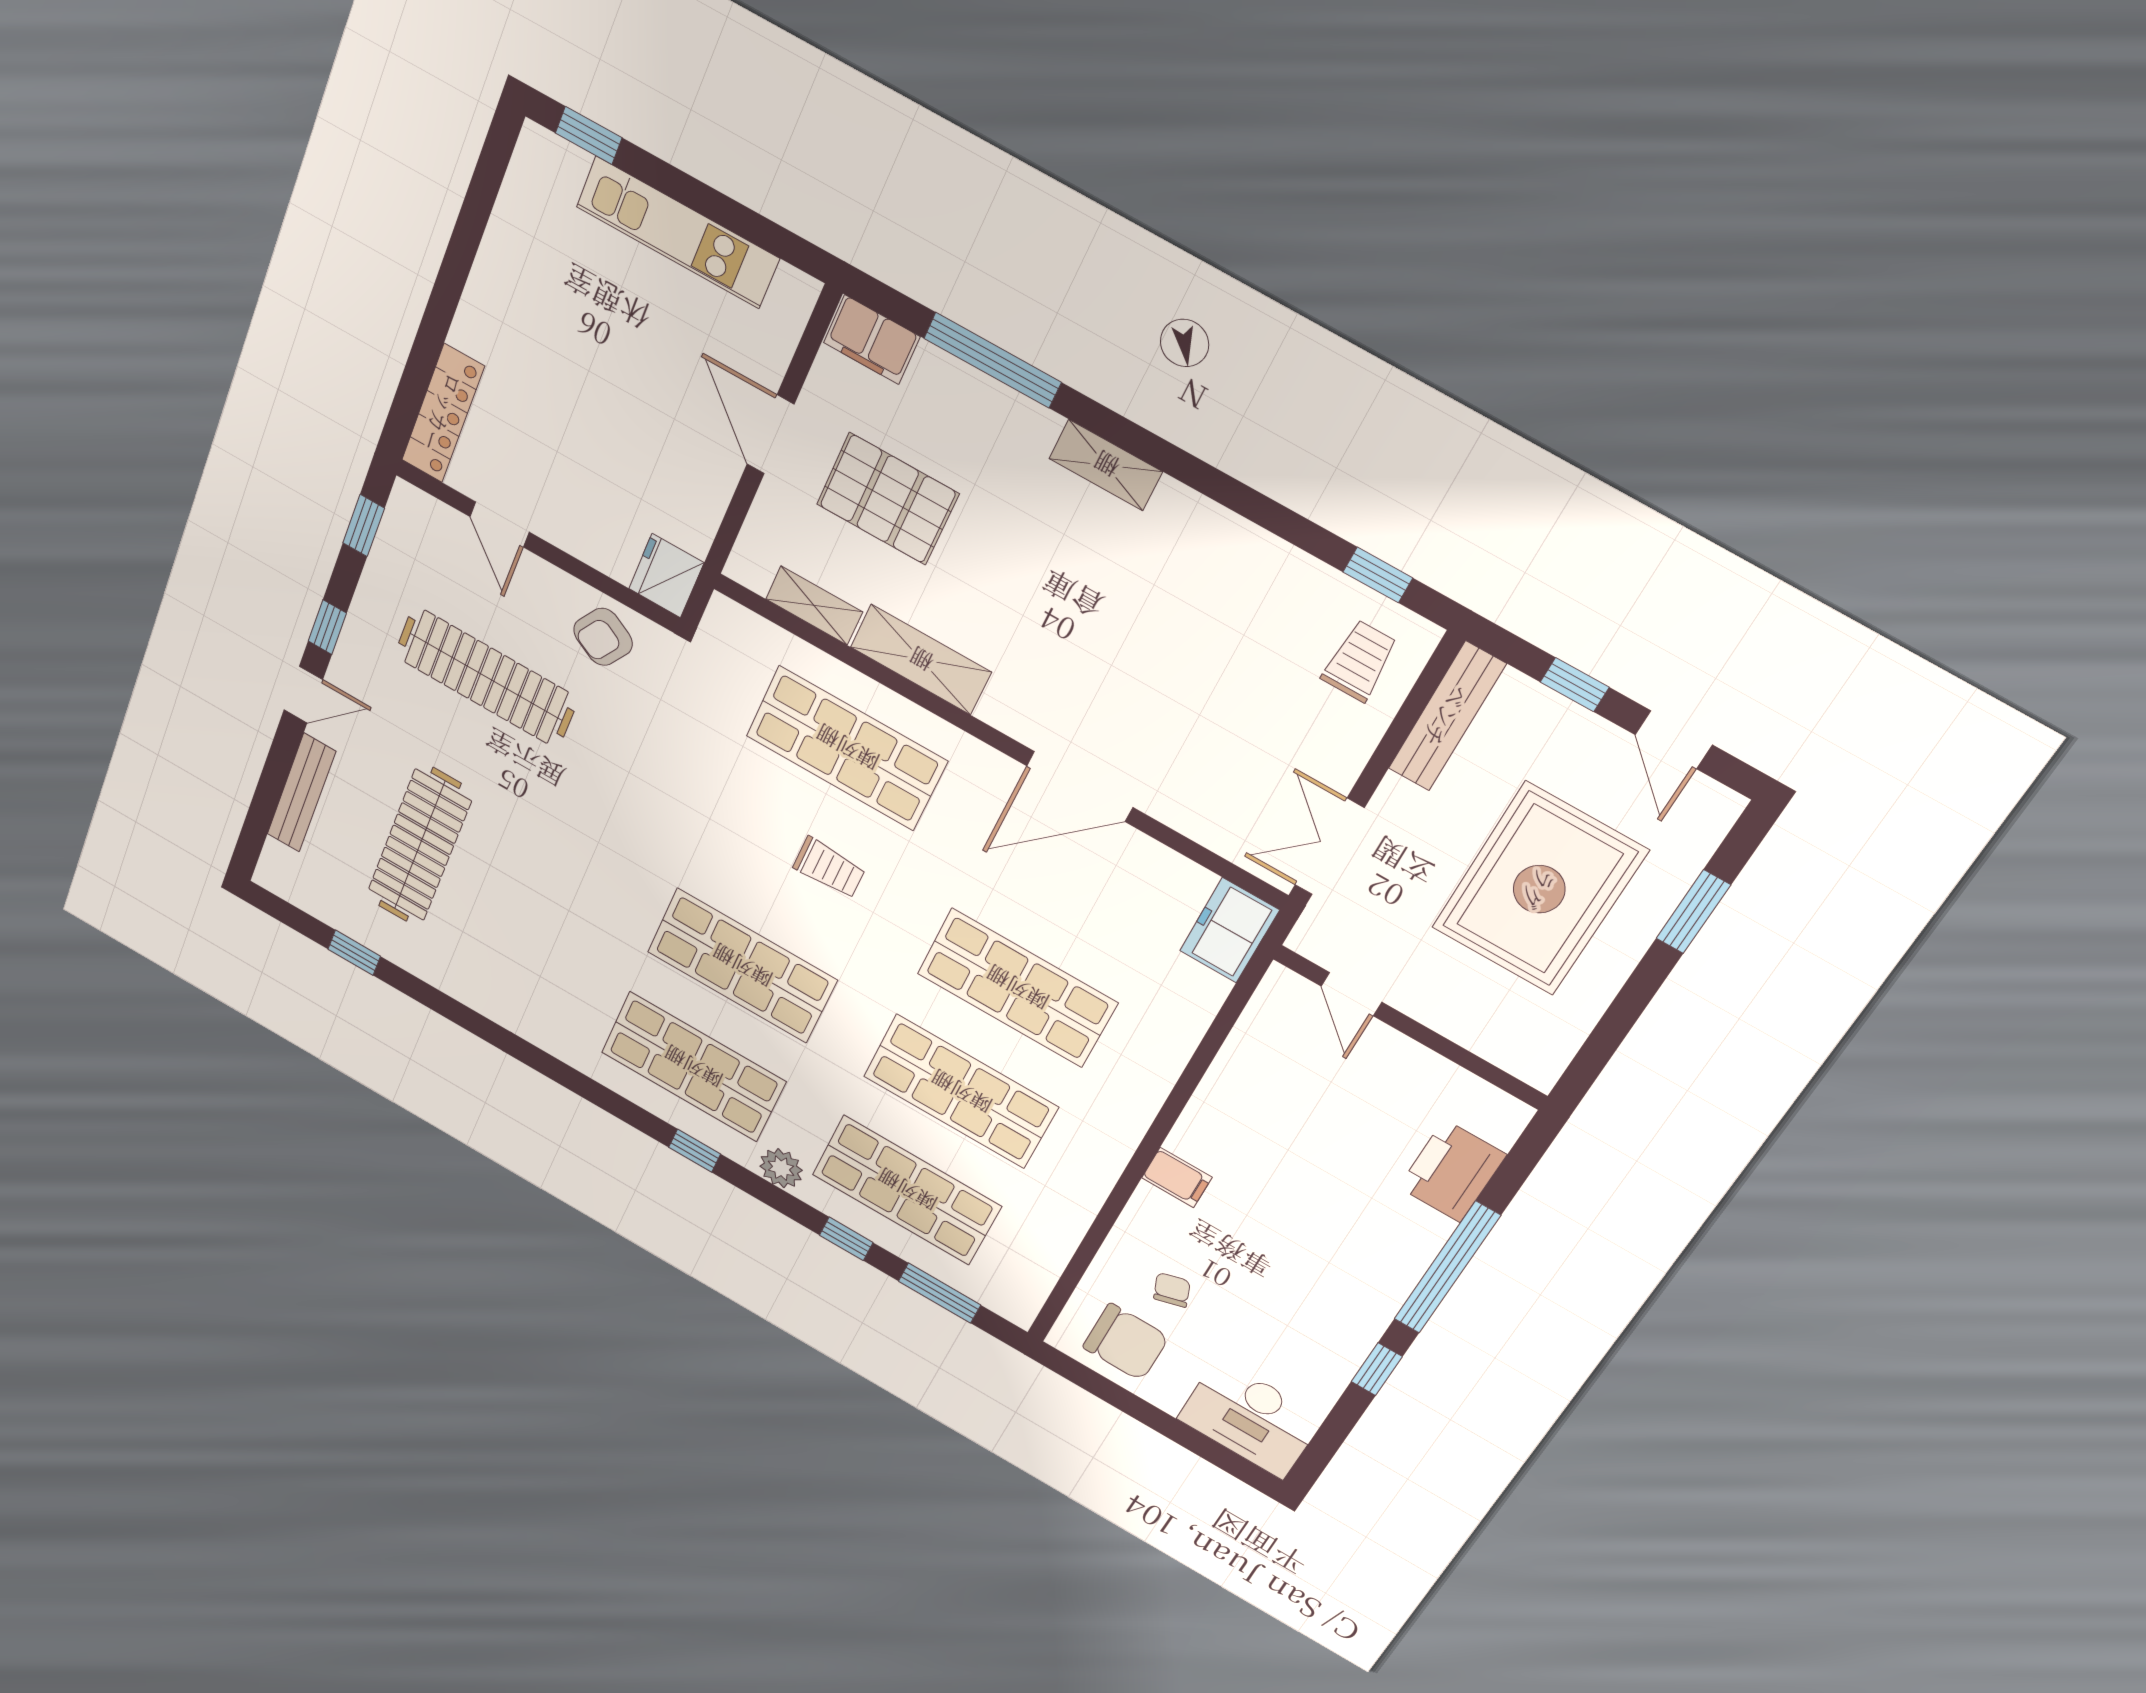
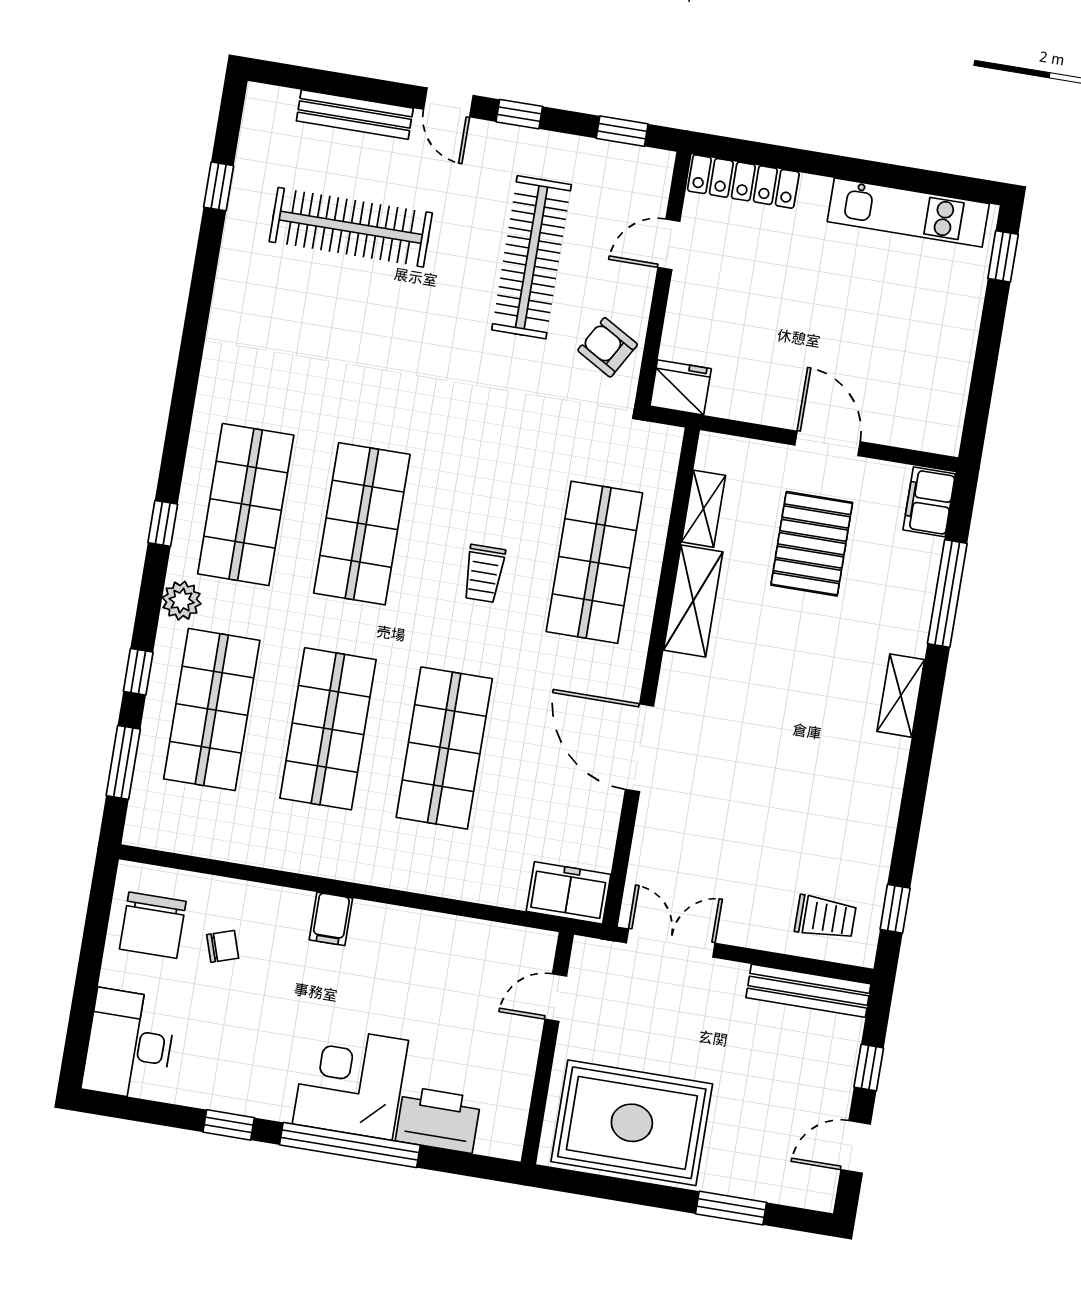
kitchen unit: (678, 232) -> (908, 213), moved, turned -90
door: (771, 434) -> (827, 443), hinge flipped
rug: (1539, 889) -> (632, 1123), moved
corner desk: (1373, 1237) -> (350, 1082), added

